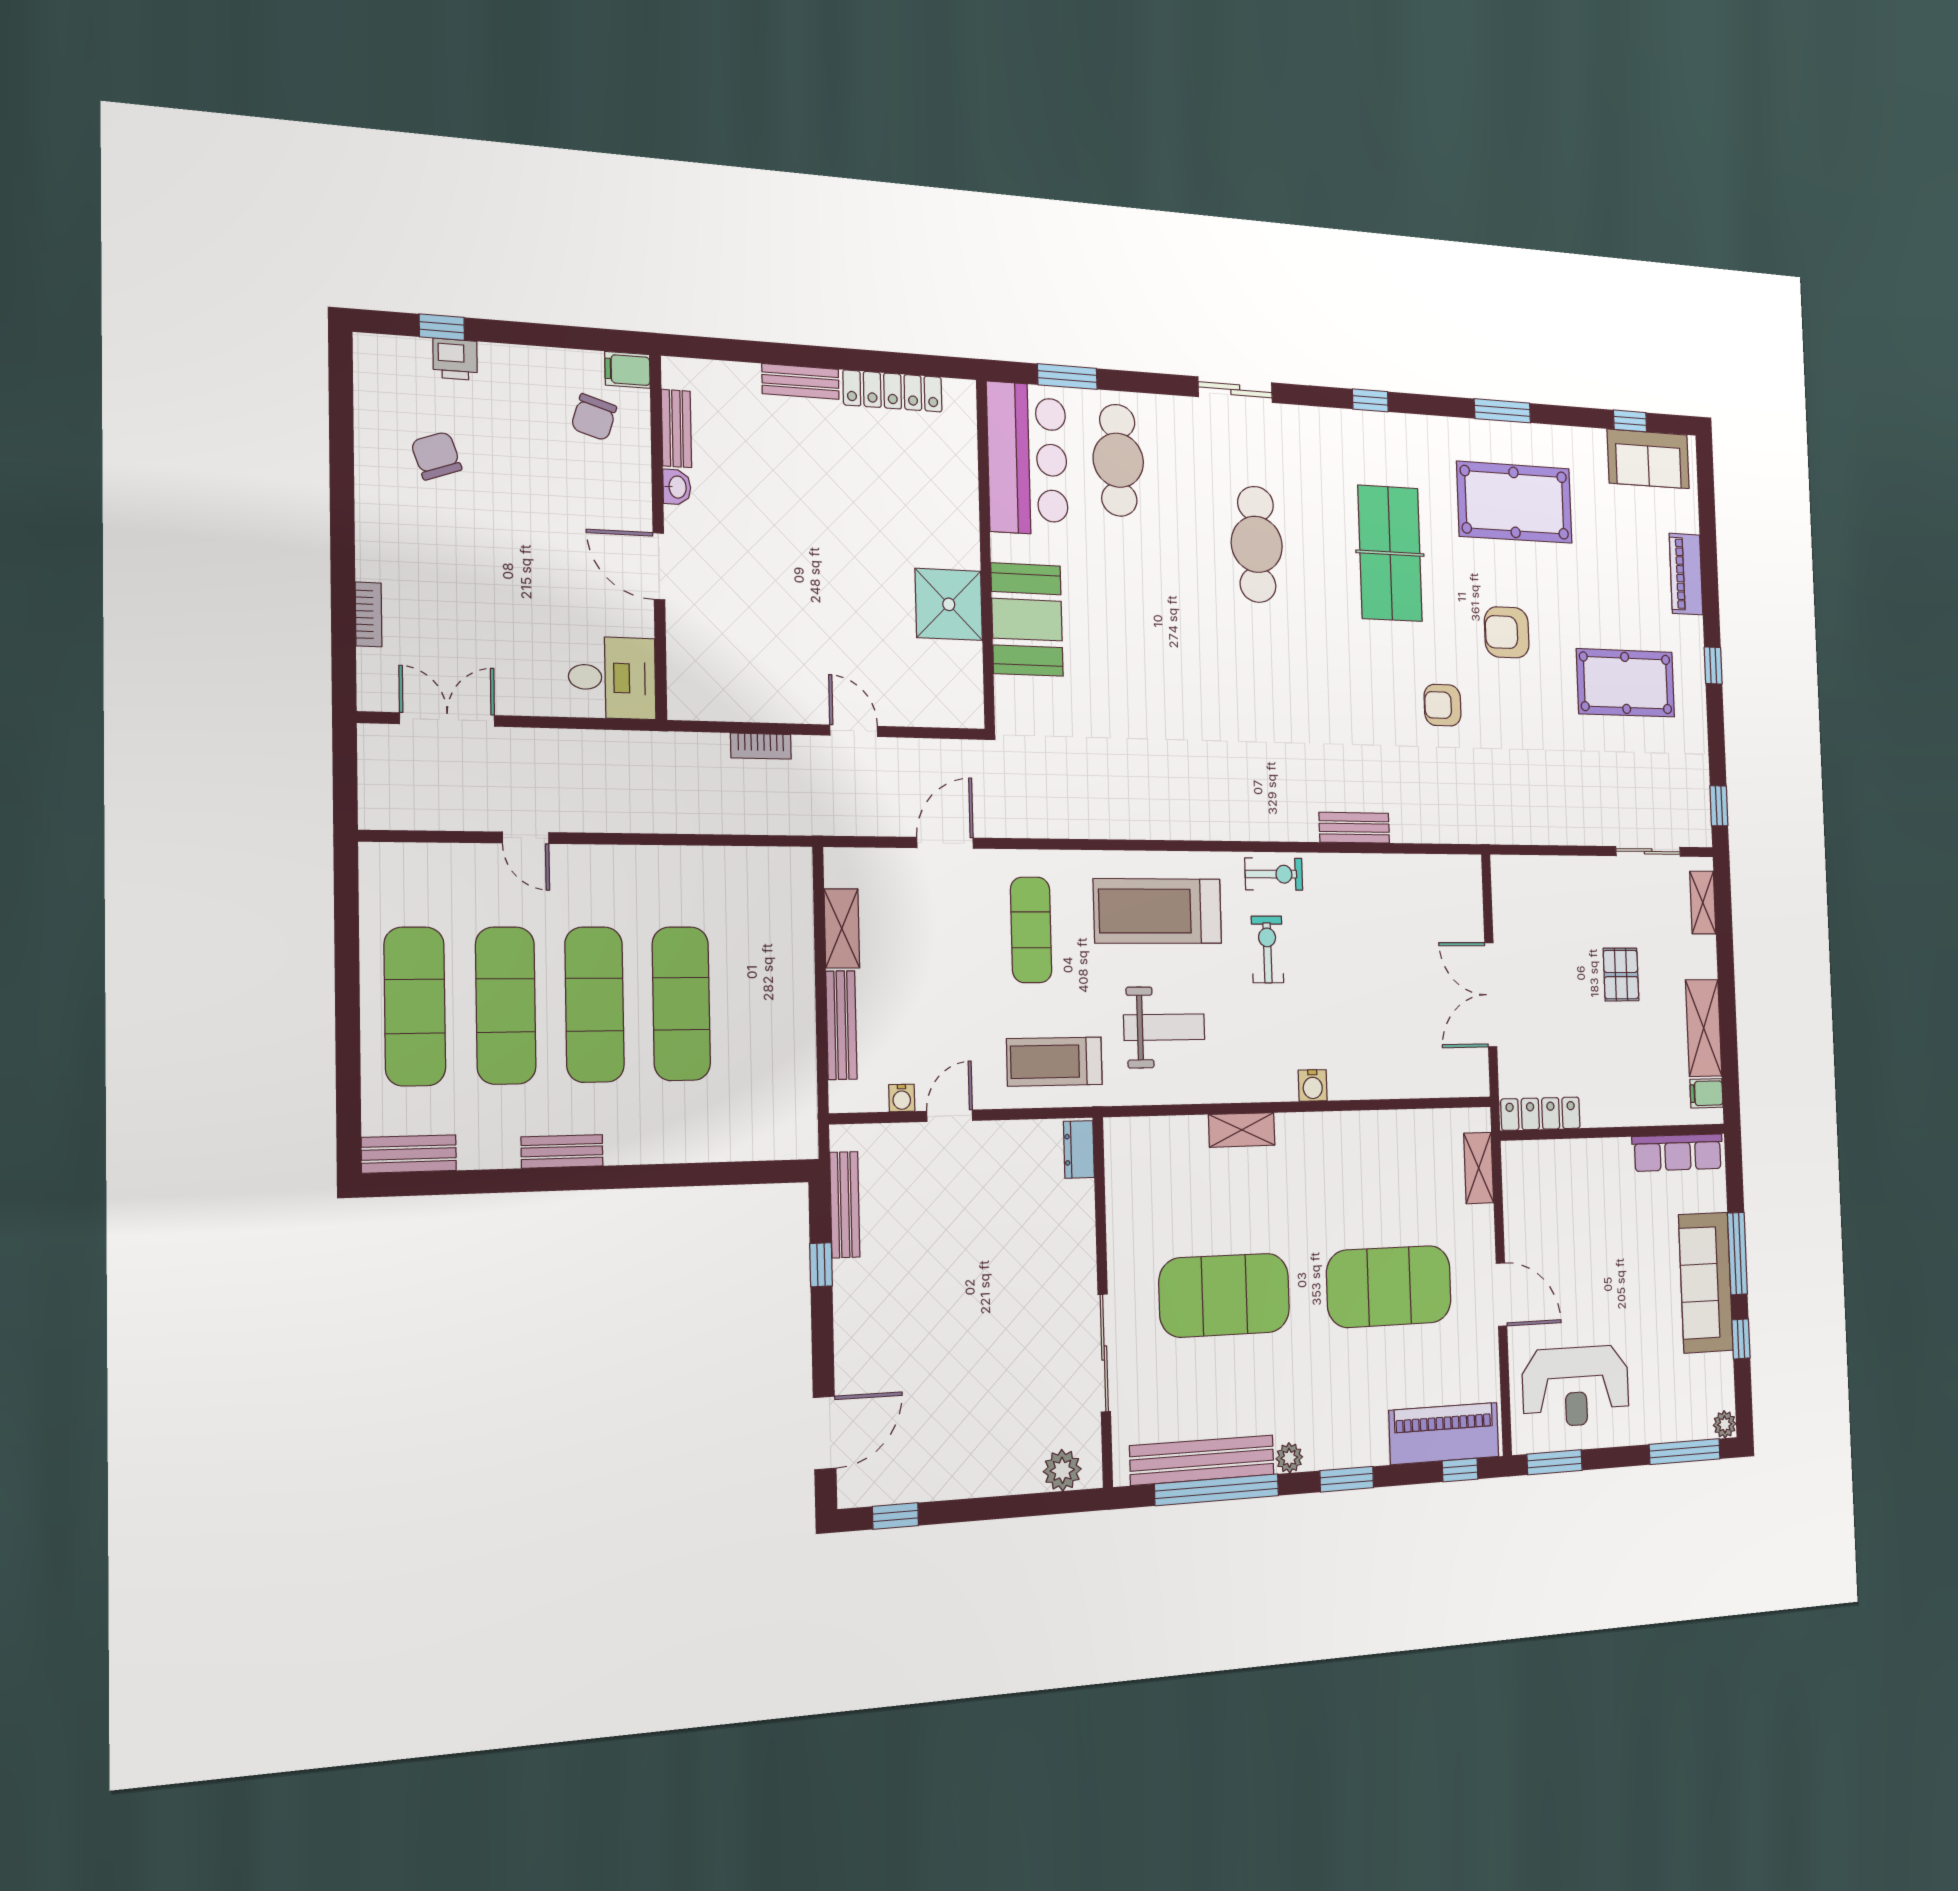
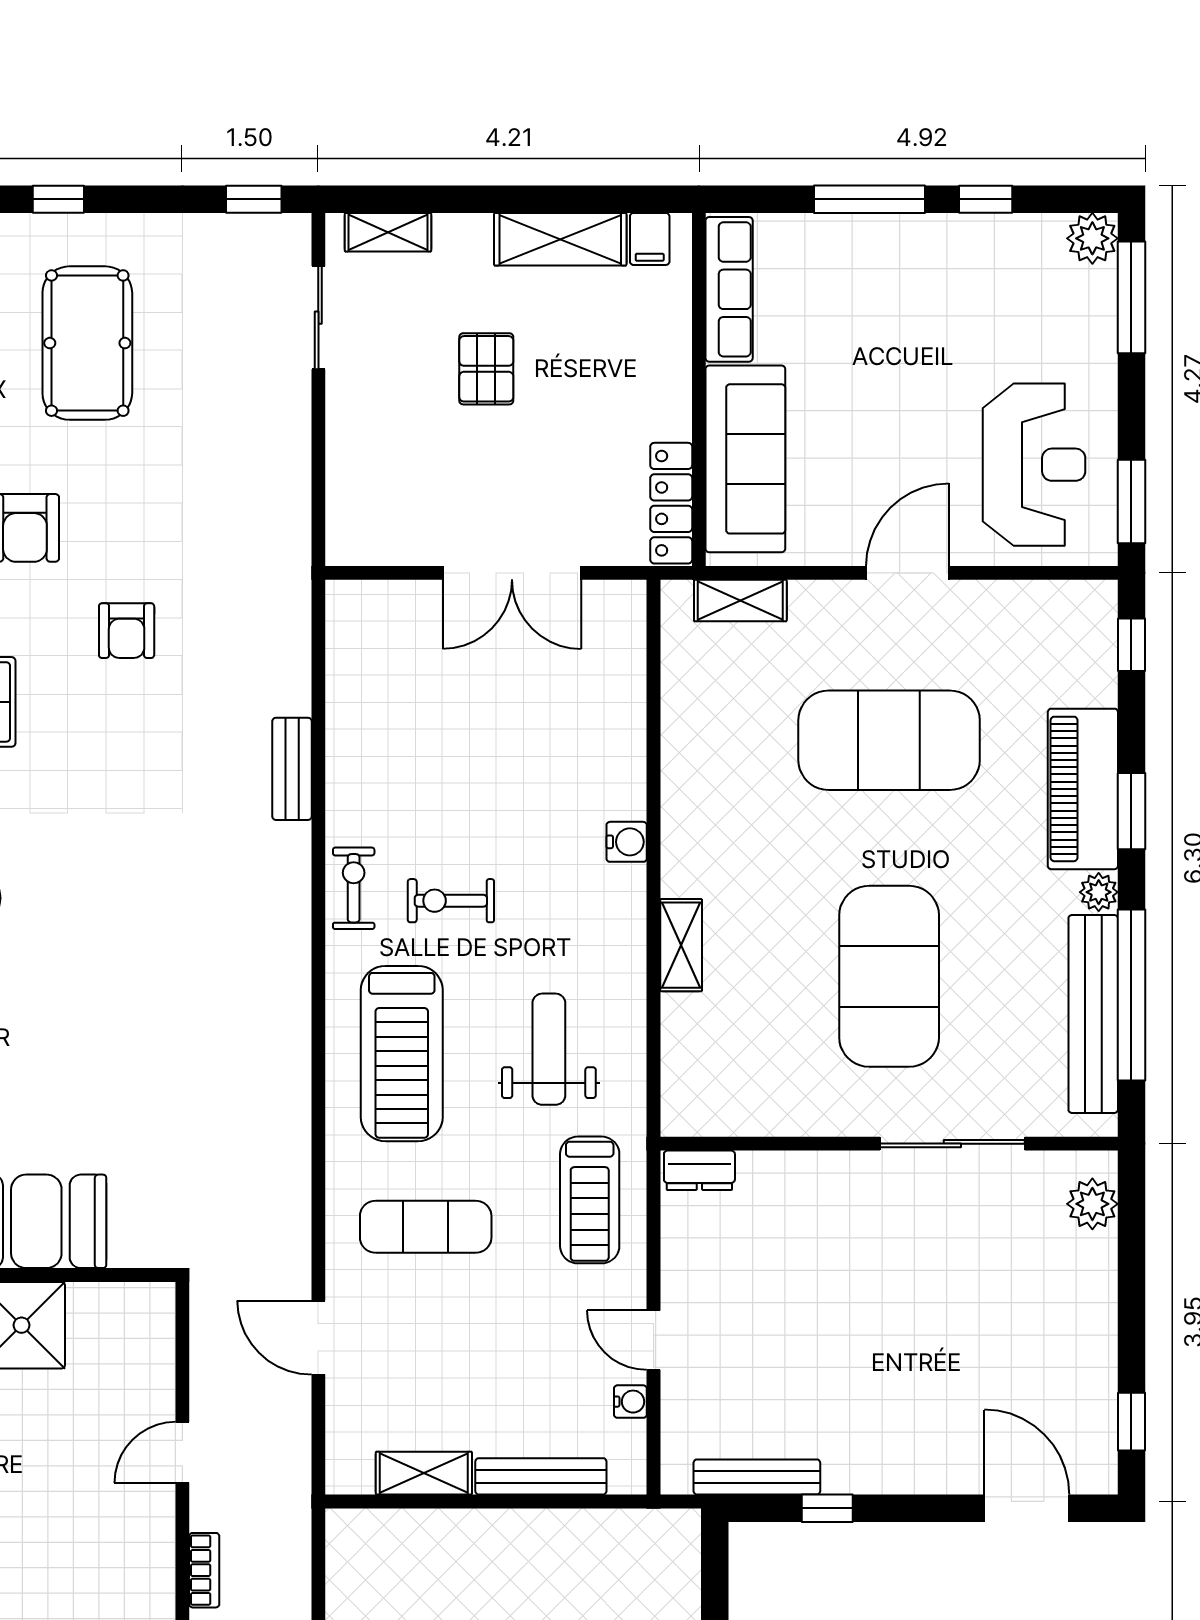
pallet: (1621, 975) -> (486, 369), turned 90
sofa: (1706, 1283) -> (745, 459), moved, turned -90
exercise mat: (1389, 1286) -> (889, 740), turned 90
plant: (1725, 1424) -> (1092, 238), width x1.38, depth x1.38
piano: (1444, 1434) -> (1083, 789), moved

